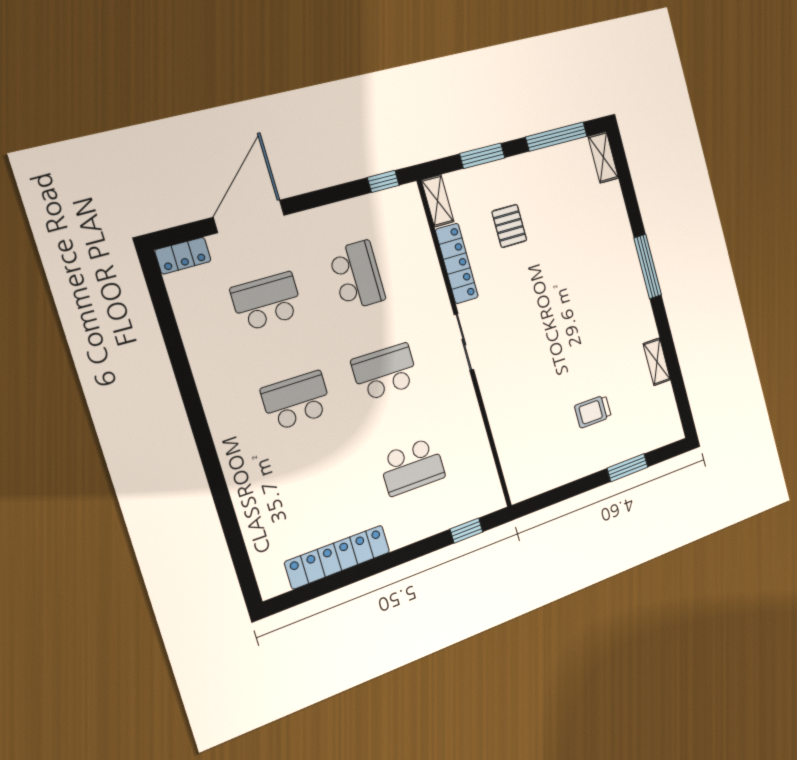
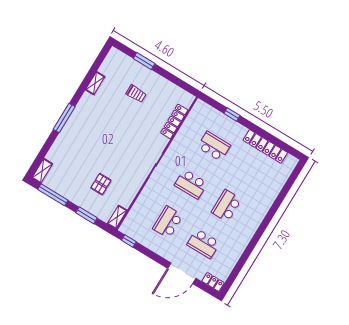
locker: (457, 264) -> (174, 121), moved
school desk: (296, 401) -> (226, 206), turned 90
window: (466, 531) -> (232, 115), moved

